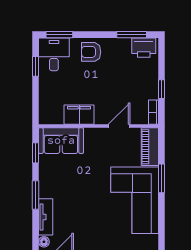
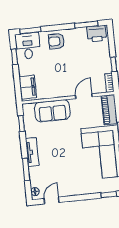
filing cabinet: (79, 115) -> (28, 87), moved, turned 90
sofa: (61, 141) -> (52, 111), moved
window: (35, 195) -> (26, 169), moved
tv unit: (46, 217) -> (32, 152), moved

